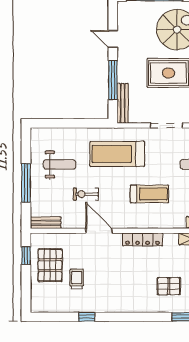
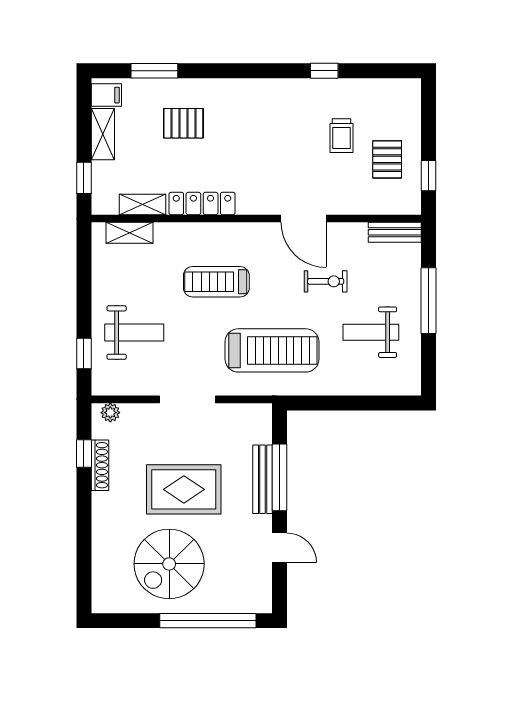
bench: (123, 103) -> (263, 479), moved
locker: (143, 239) -> (202, 204), moved
pallet: (50, 265) -> (387, 159), width x0.67, depth x0.71

